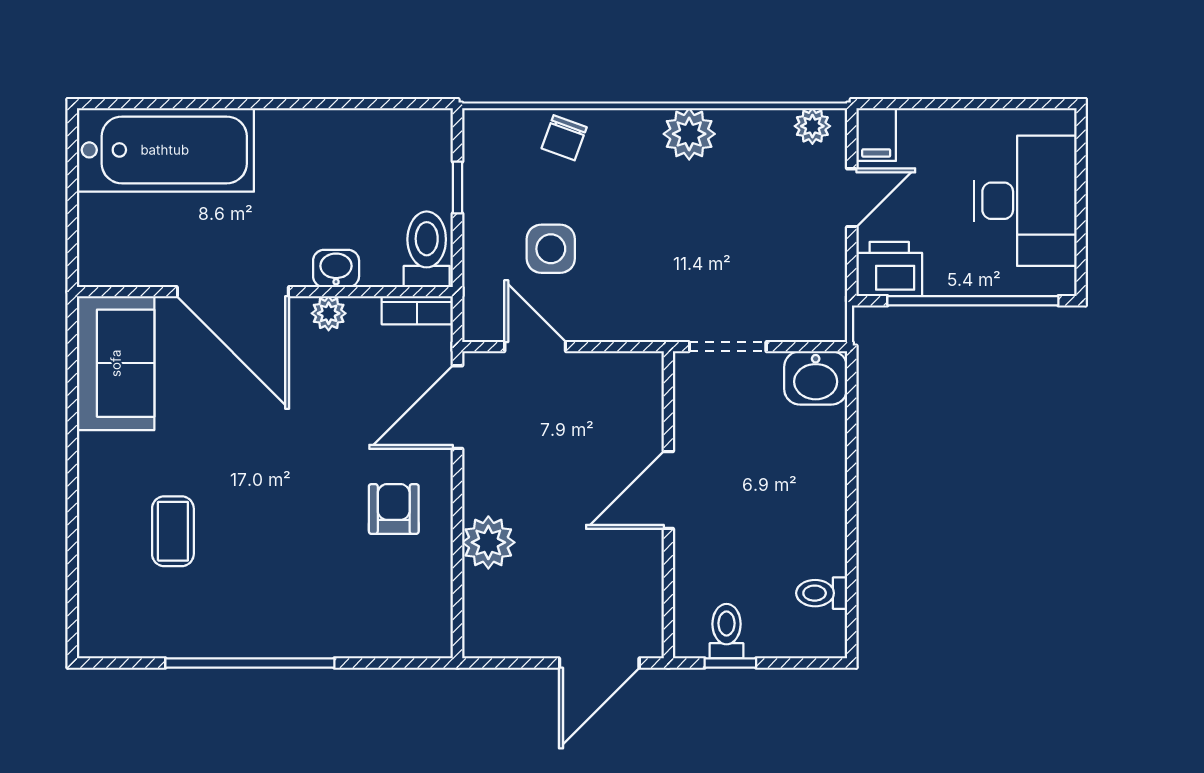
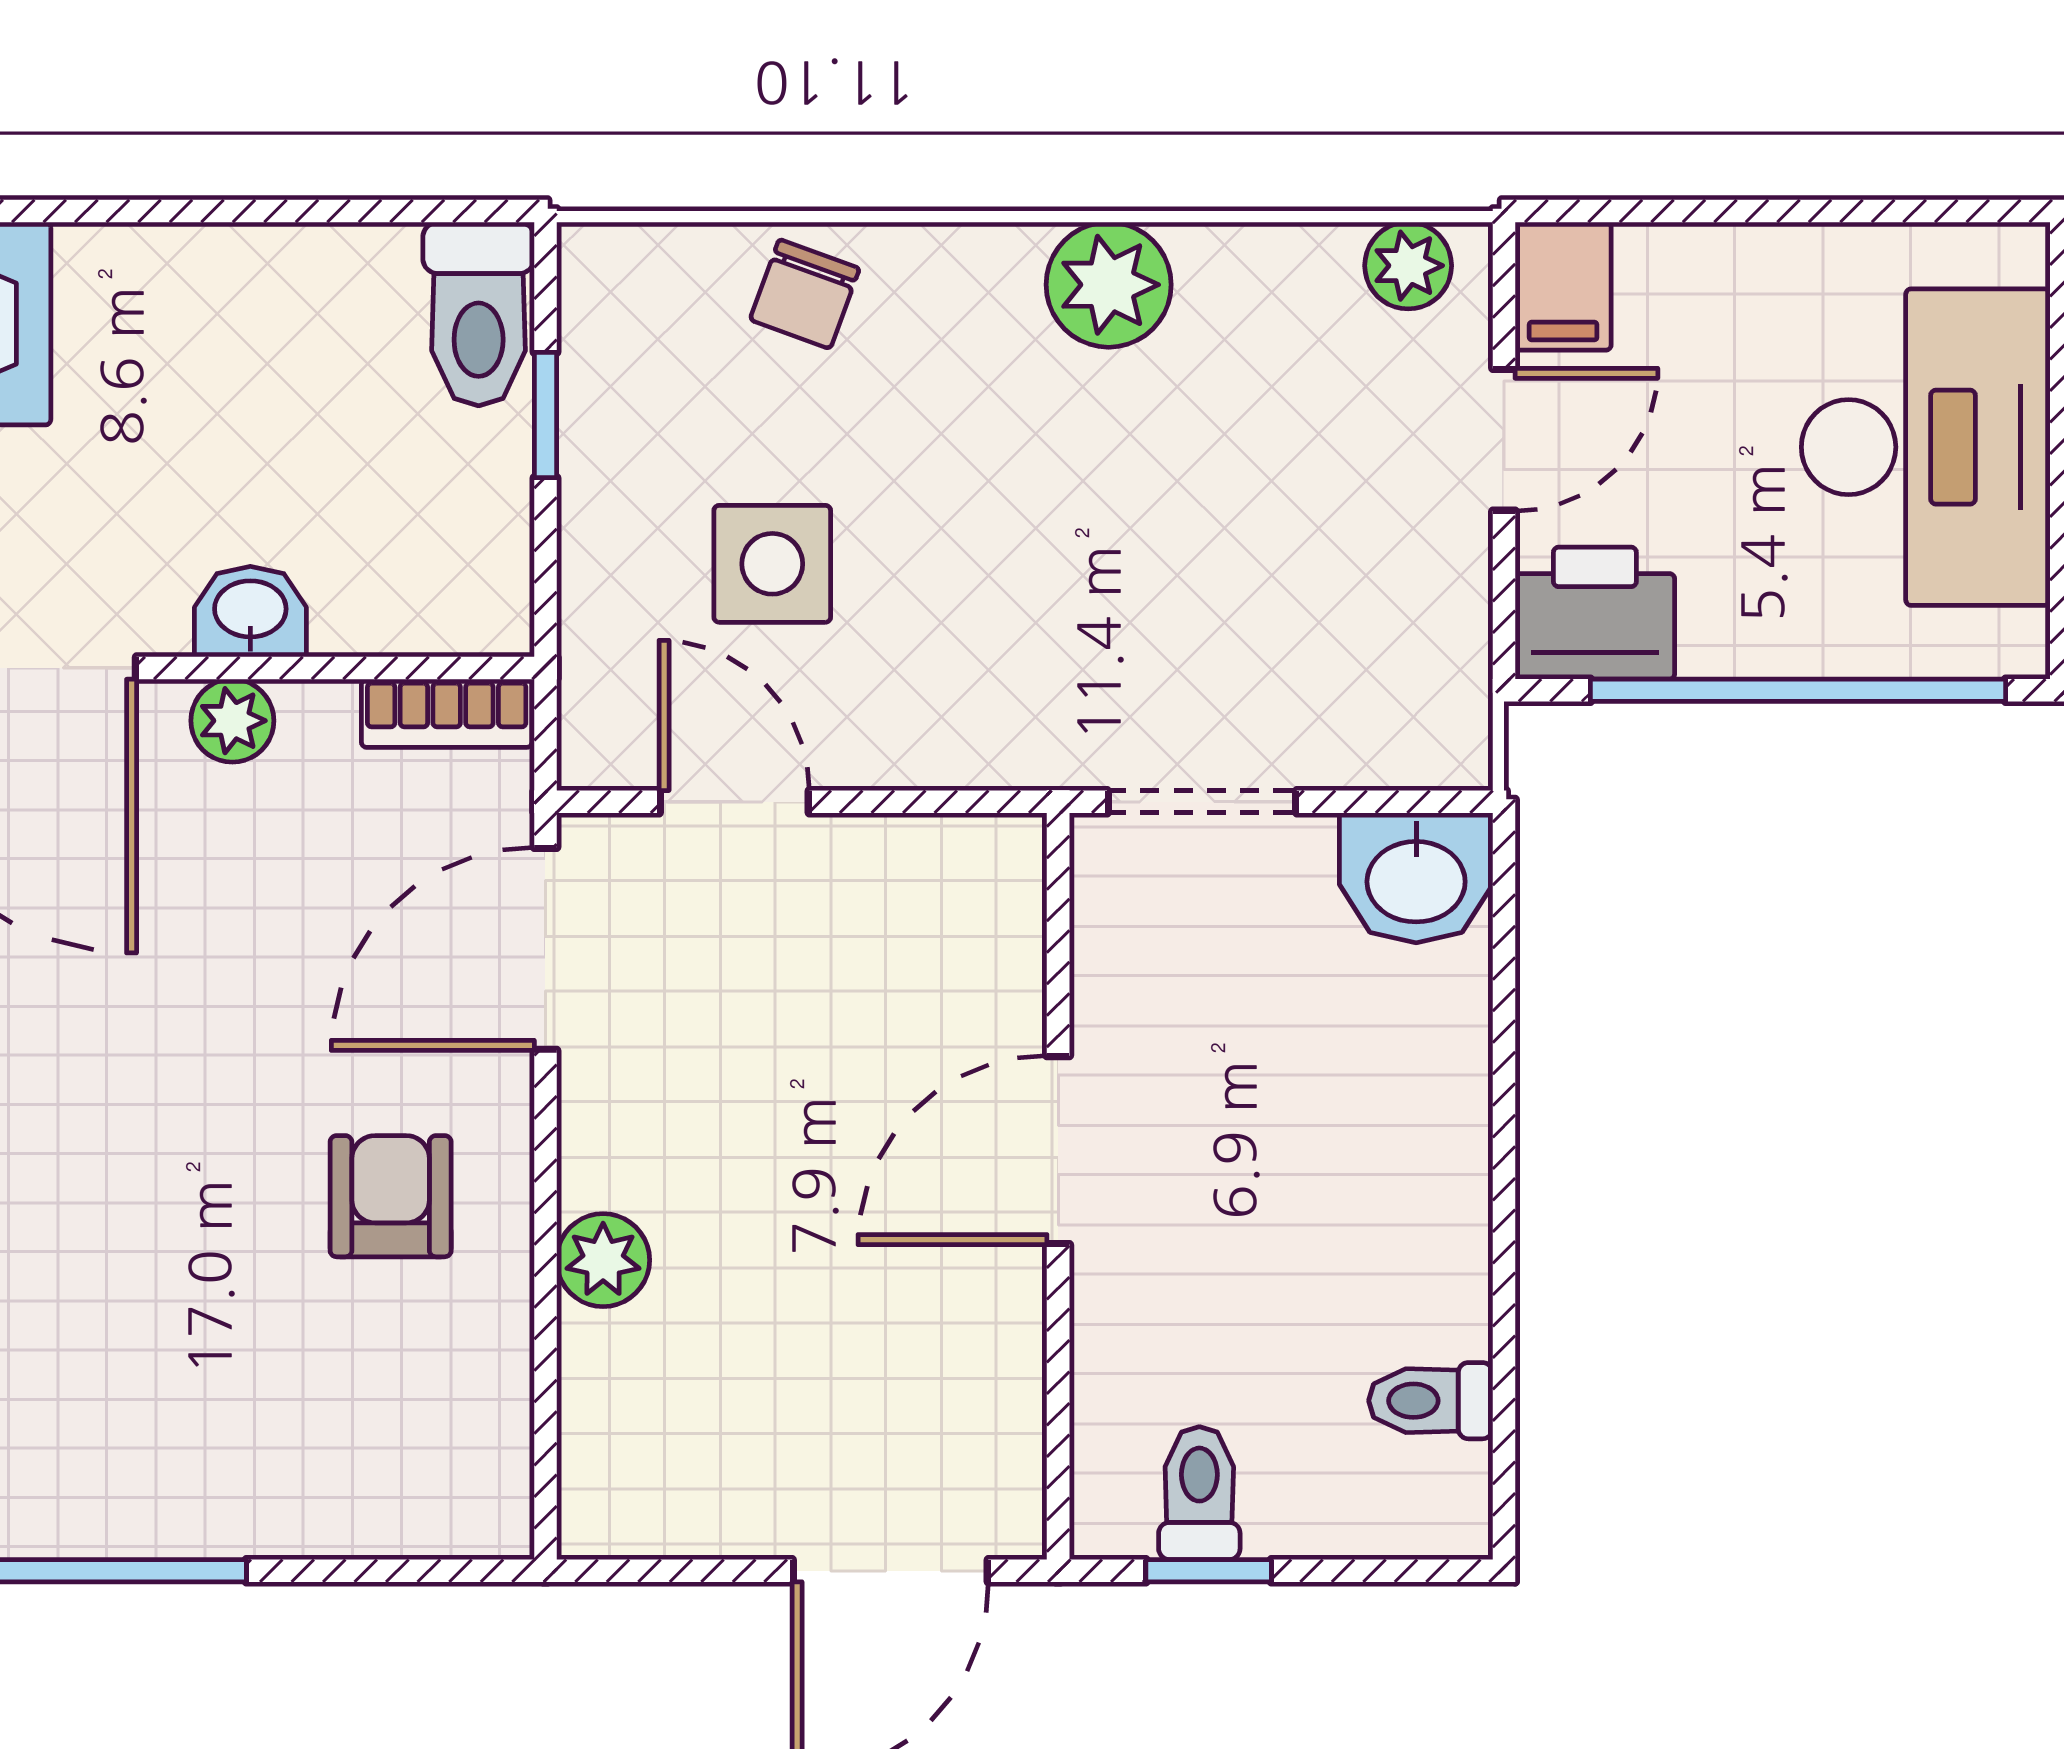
toilet: (427, 249) -> (479, 314), moved, turned 180
plant: (488, 542) -> (603, 1260), width x0.73, depth x0.73

